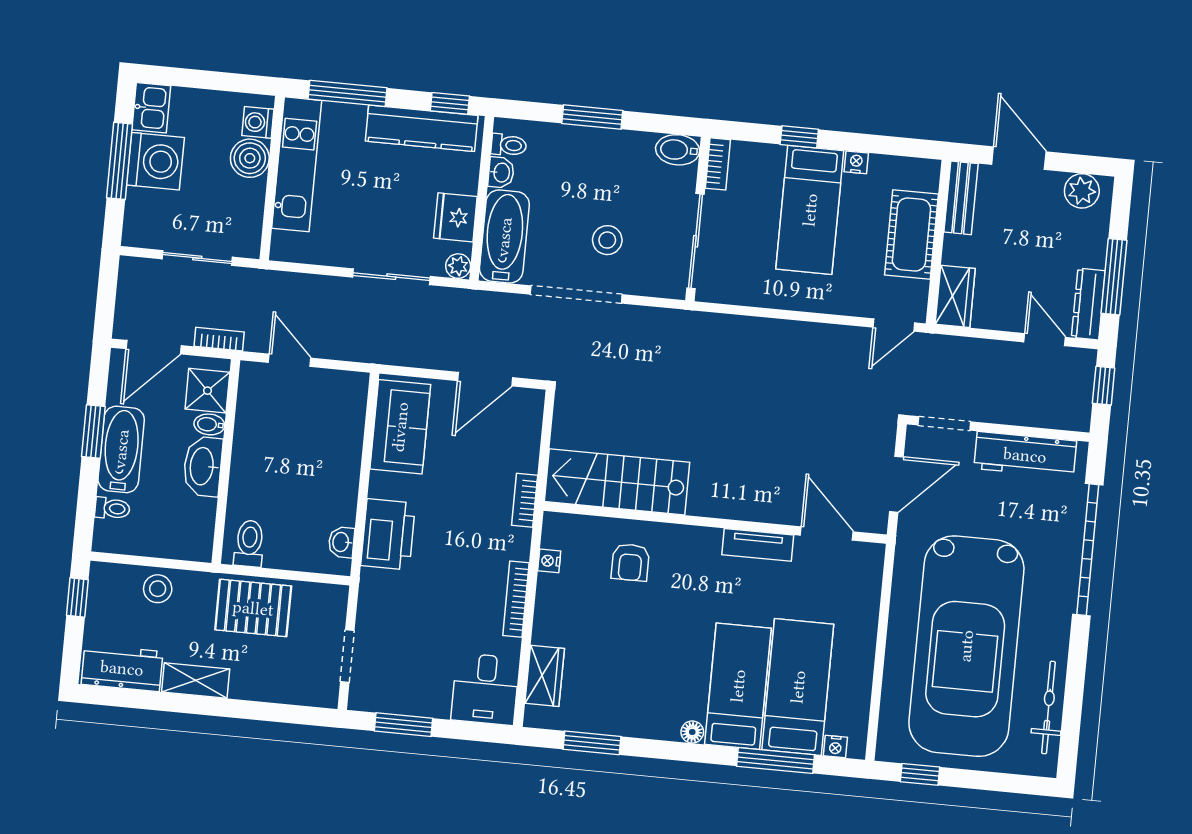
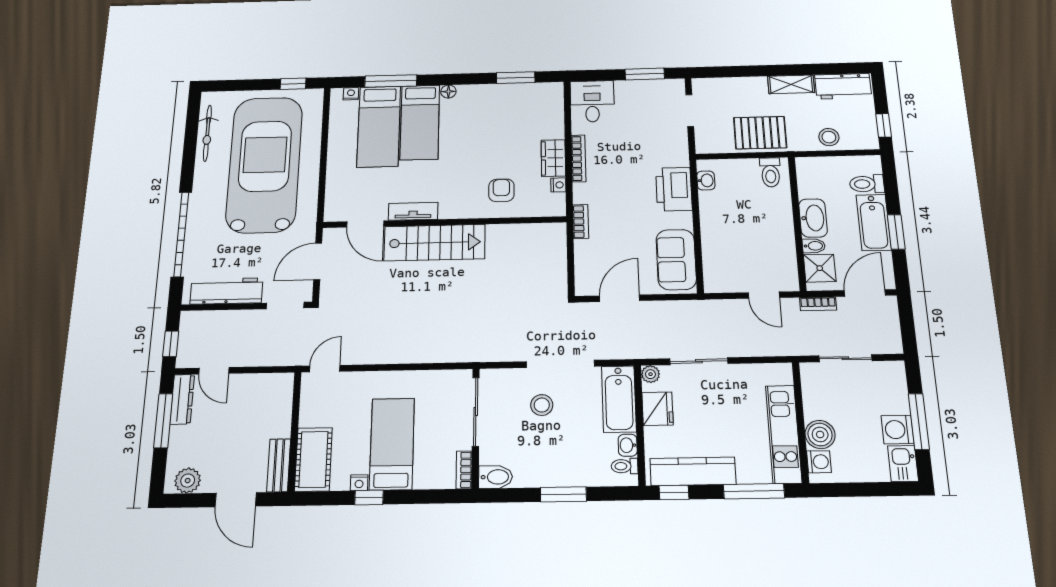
window: (799, 137) -> (369, 497), moved
washing machine: (155, 161) -> (898, 430), width x0.73, depth x0.73
cot: (911, 234) -> (313, 459), moved
wardrobe: (955, 296) -> (280, 394), removed
stairs: (617, 482) -> (435, 243), moved
toilet: (112, 508) -> (867, 184), width x1.37, depth x1.39
wardrobe: (545, 676) -> (553, 158), moved

